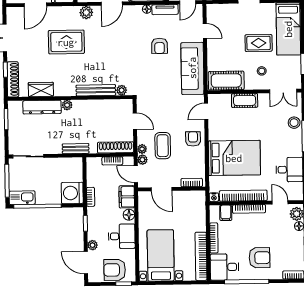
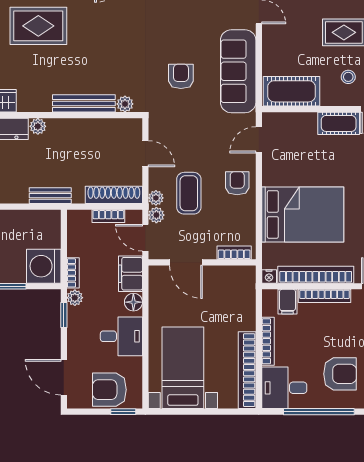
armchair: (160, 46) -> (181, 76), moved, turned 180
cot: (245, 100) -> (339, 123), moved
plant: (93, 245) -> (75, 298), moved

